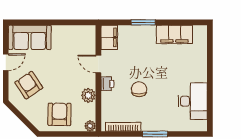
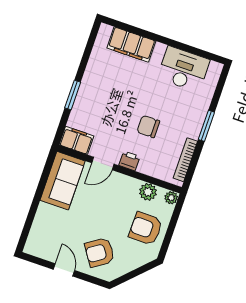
filing cabinet: (174, 34) -> (131, 45), moved, turned 90
sofa: (30, 37) -> (63, 181), moved
plant: (88, 95) -> (148, 192), moved

